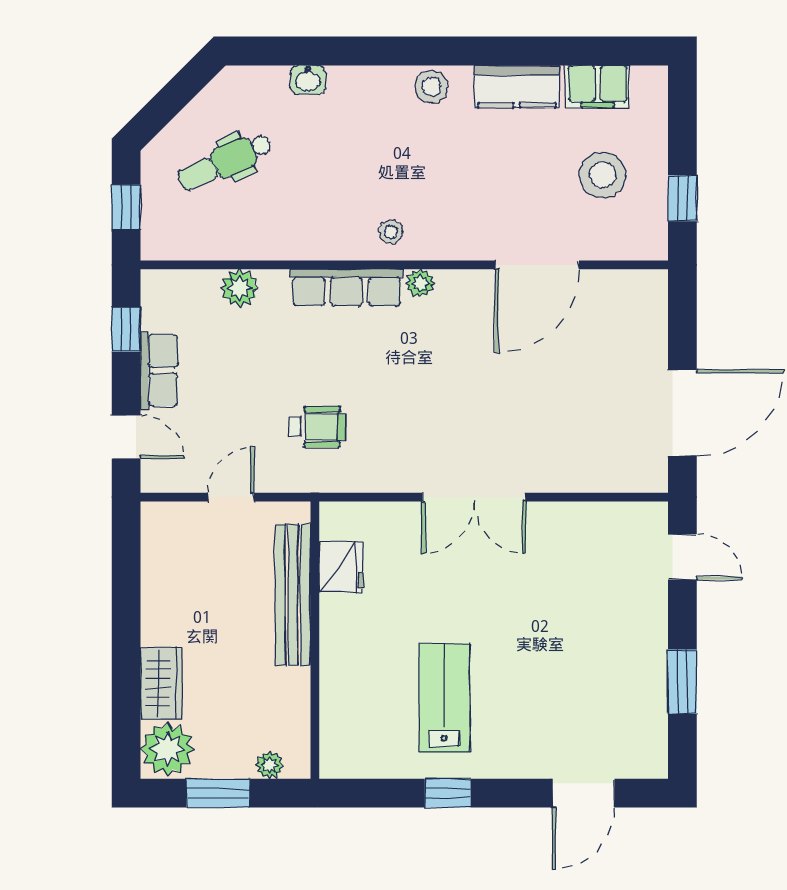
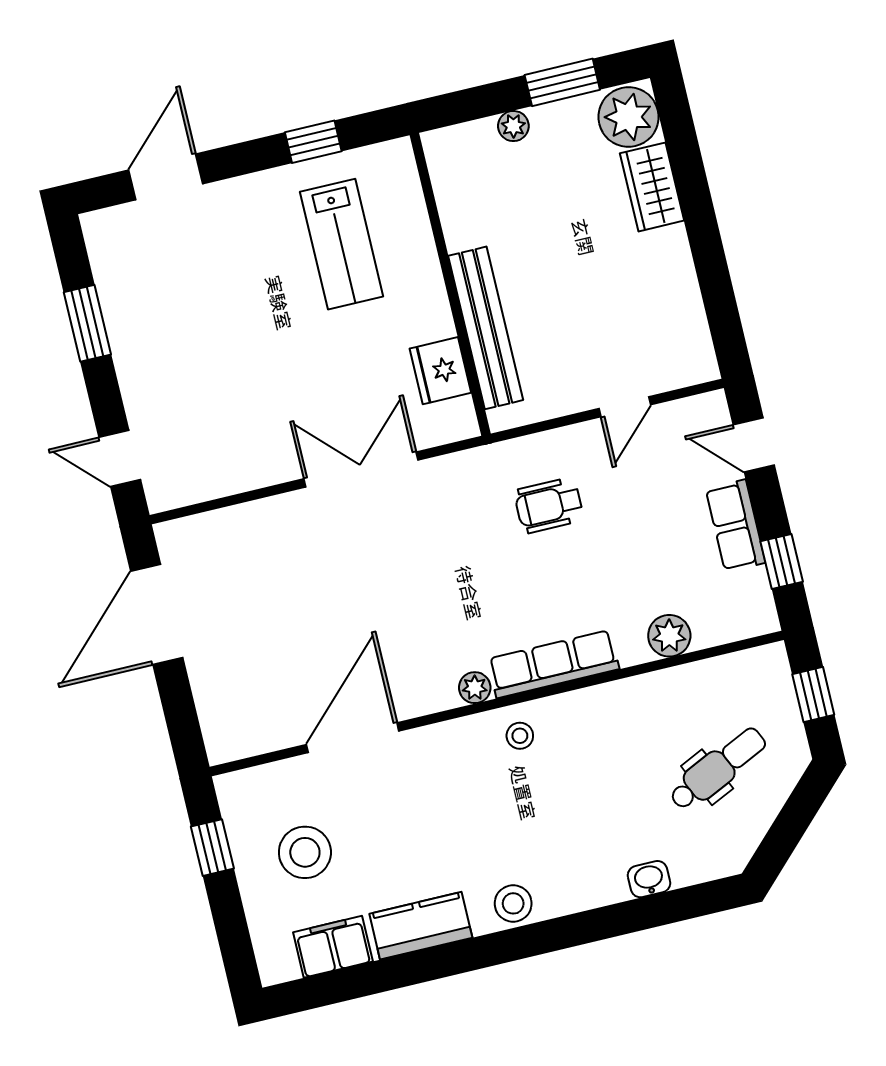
fridge: (341, 567) -> (440, 371), moved
bench: (293, 595) -> (486, 328), moved
wall: (315, 640) -> (450, 284), moved

